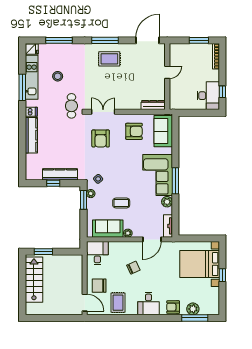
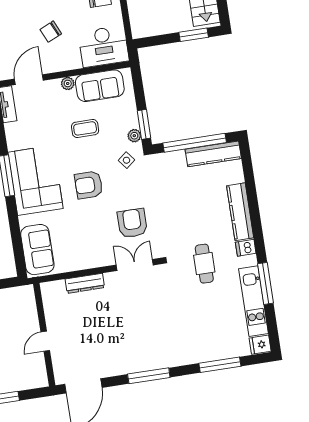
rug: (109, 59) -> (138, 348), removed
stool: (58, 76) -> (214, 309), removed
dresser: (153, 105) -> (85, 283), moved
cafe table: (71, 106) -> (204, 264), moved
double door: (103, 112) -> (135, 265), swing flipped
armchair: (134, 131) -> (89, 185), moved
kitchen counter: (60, 174) -> (213, 154), moved
window: (53, 183) -> (195, 143), width x3.17
plant: (167, 202) -> (15, 141), removed
desk: (97, 253) -> (104, 46), width x1.37

